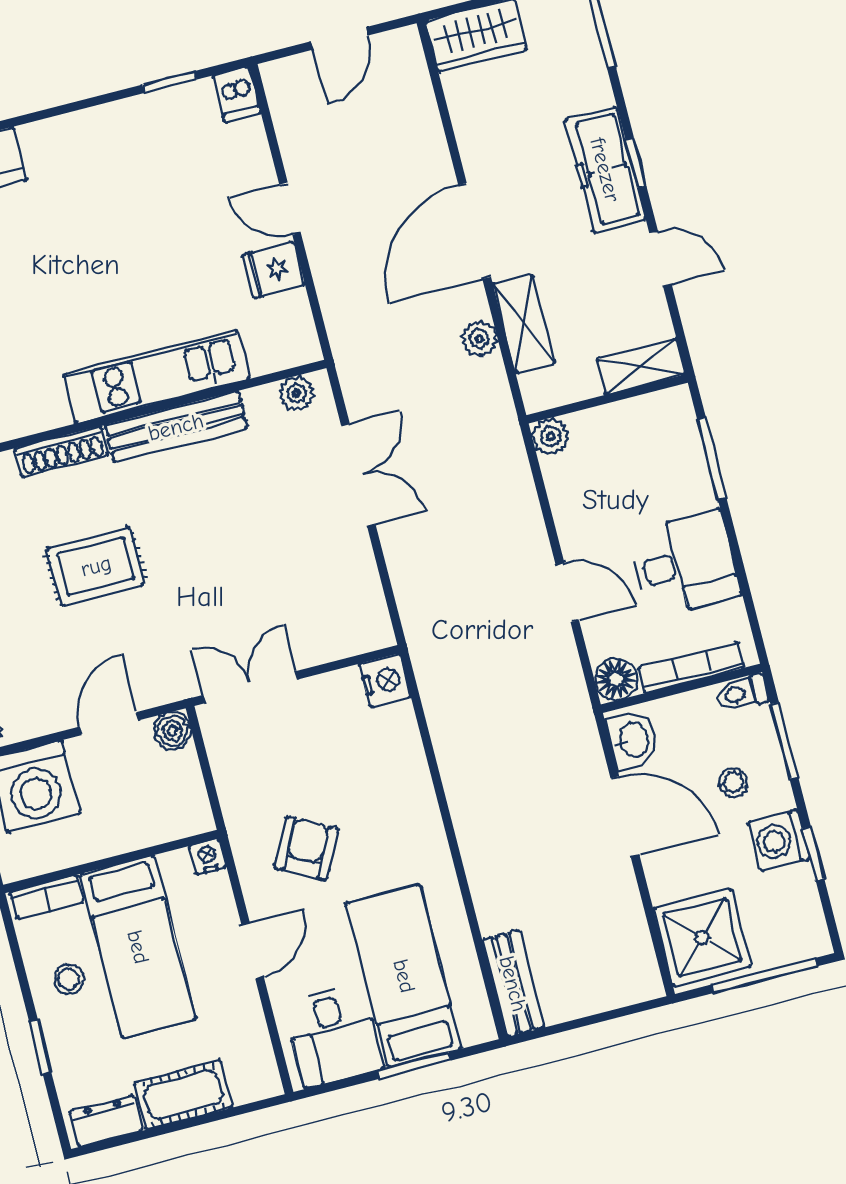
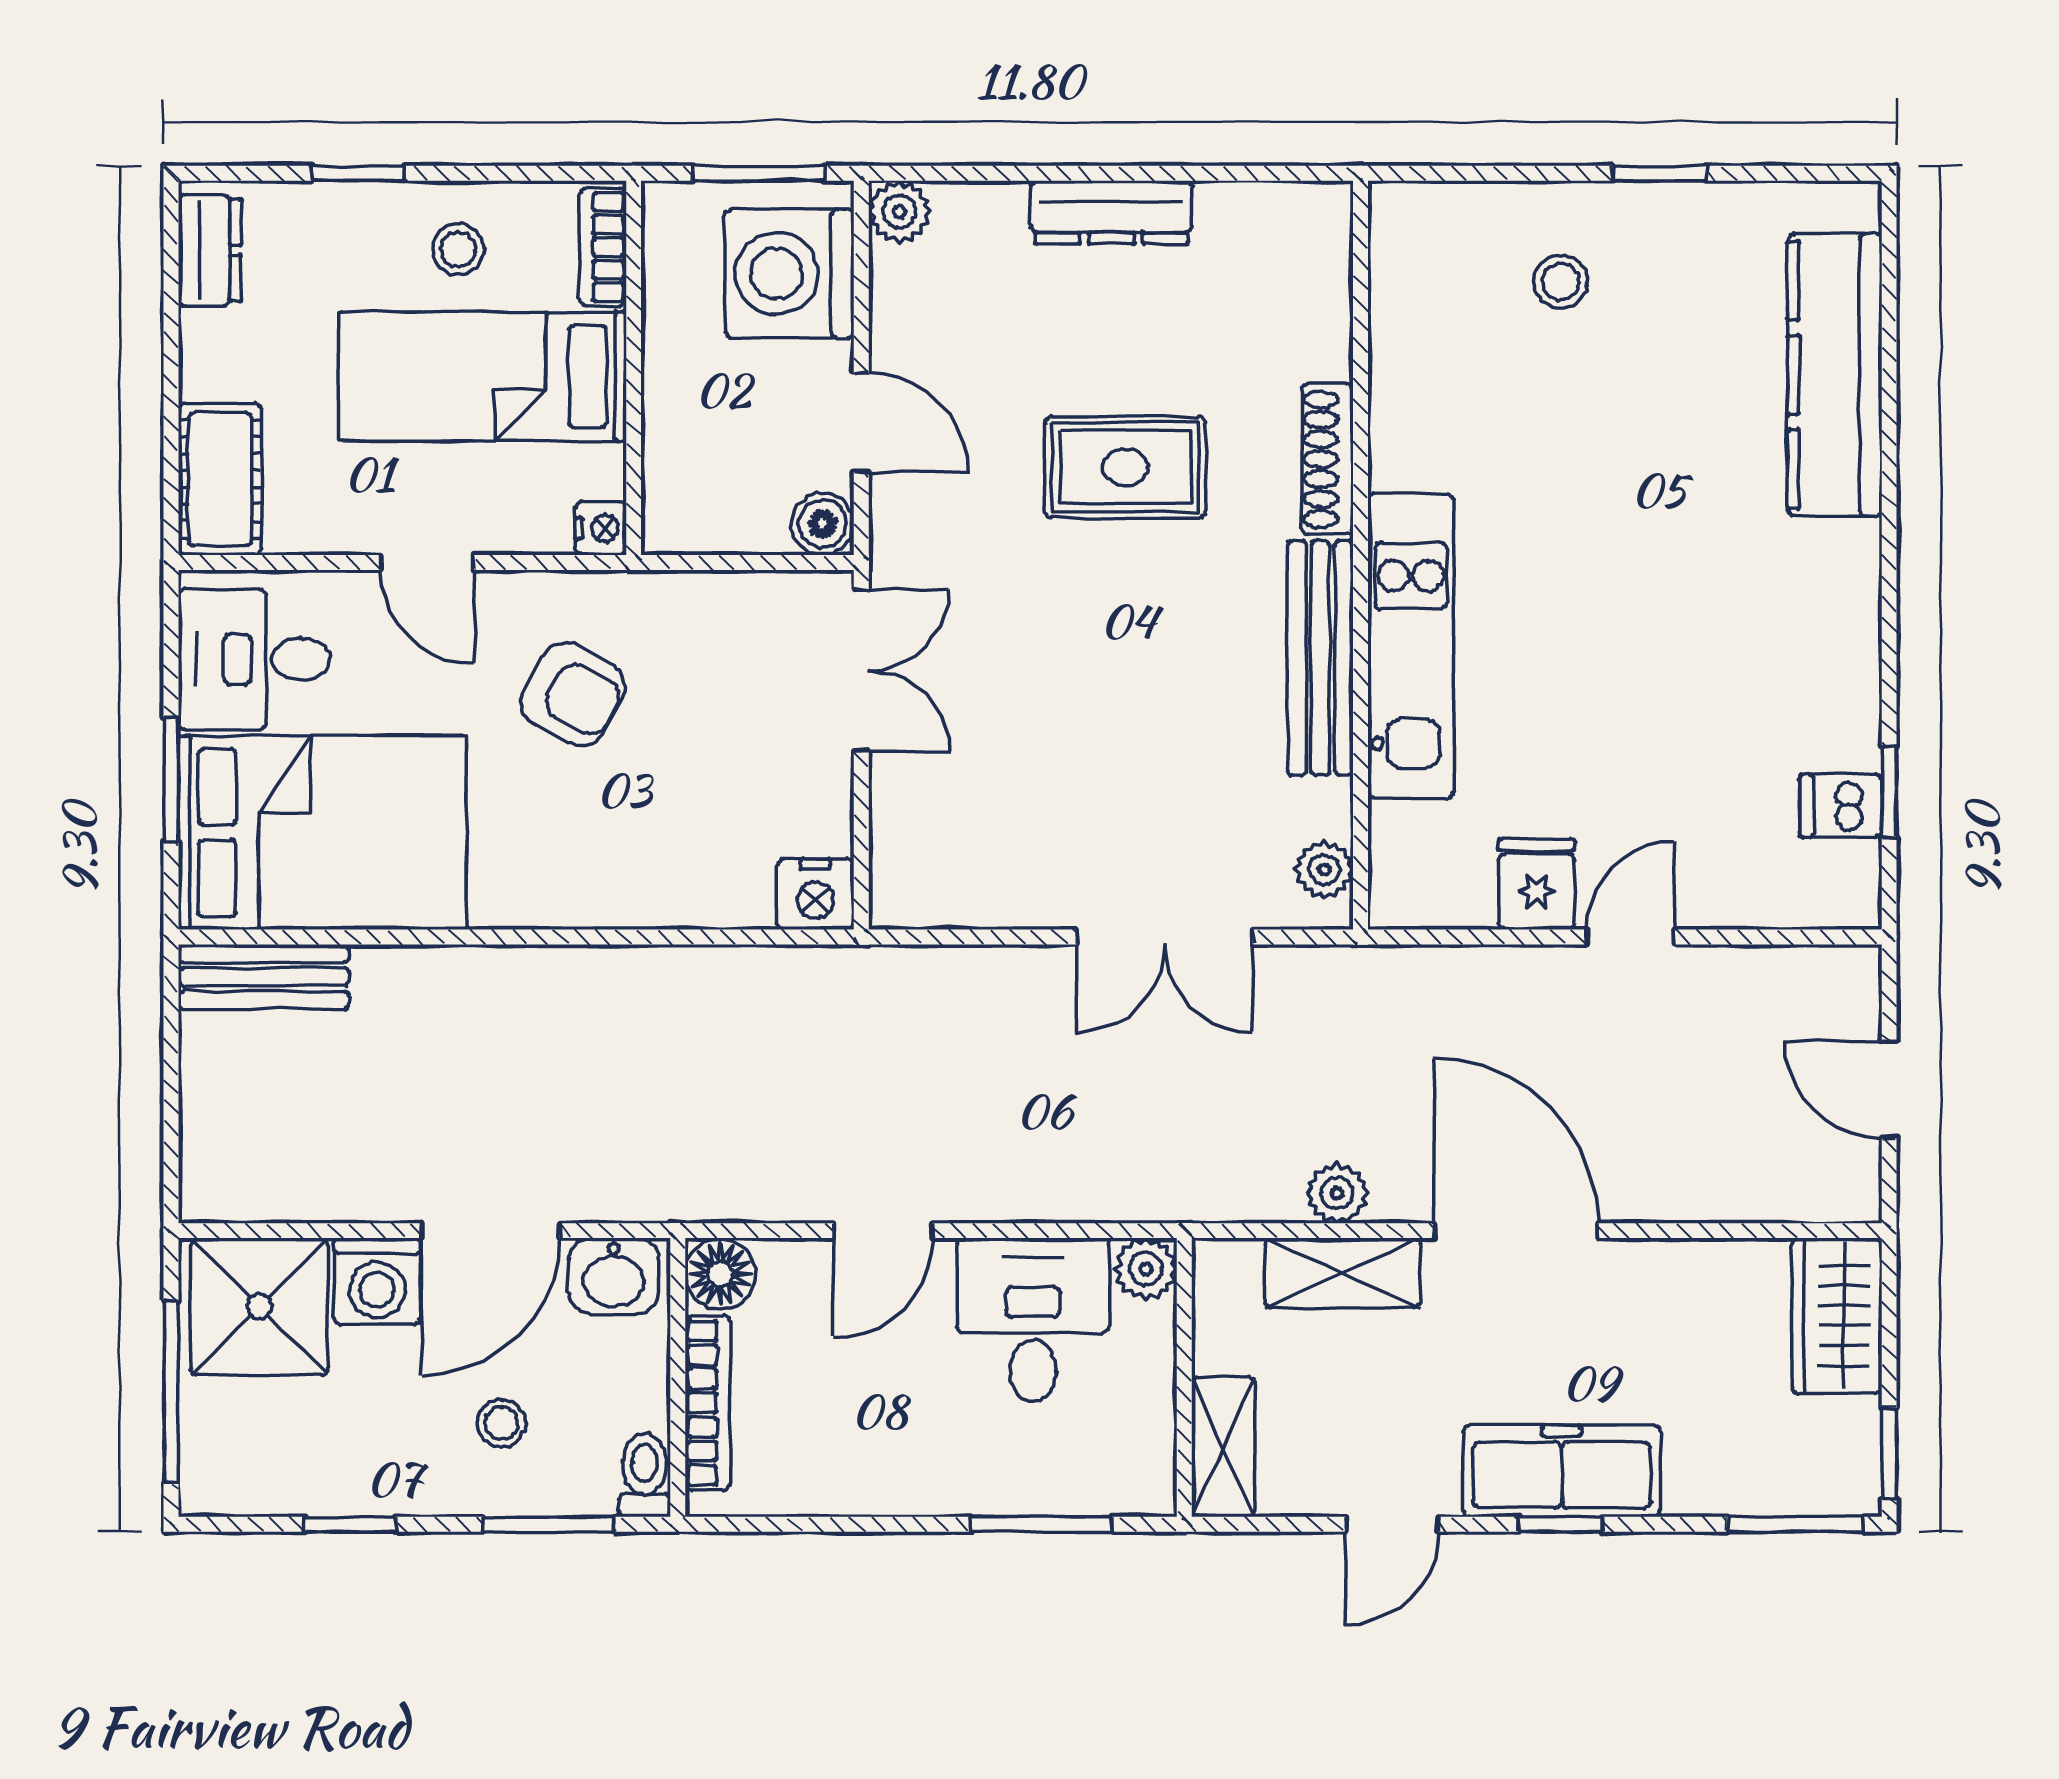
dishwasher: (237, 94) -> (1841, 805), moved
desk: (684, 564) -> (1033, 1320), moved, turned 180
rug: (96, 566) -> (1125, 467), turned 90
washing machine: (779, 840) -> (377, 1281), moved, turned 180
bed: (404, 976) -> (322, 832), width x1.50
cot: (183, 1095) -> (220, 479), moved

